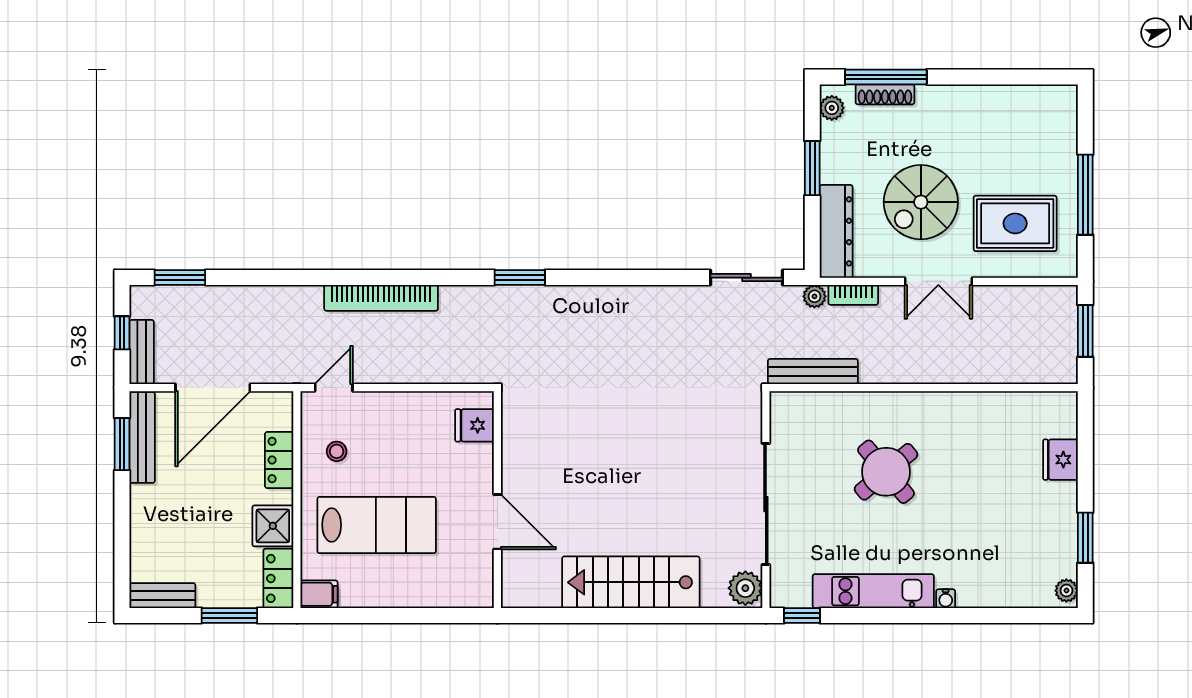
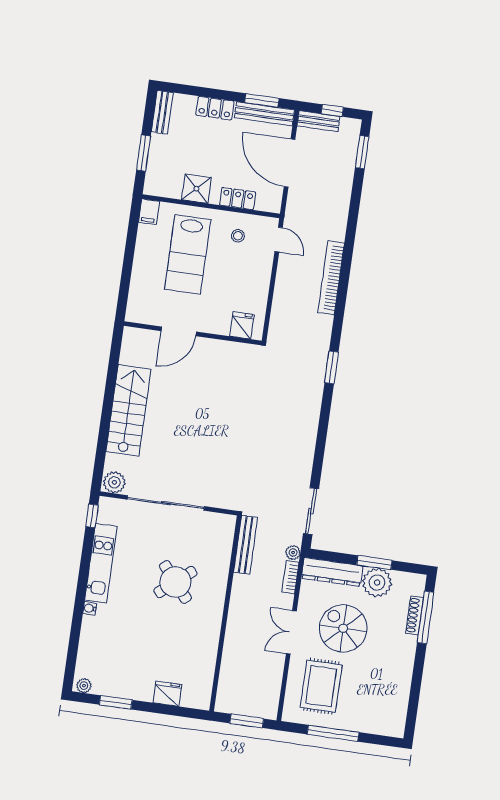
plant: (832, 108) -> (377, 583), moved, width x1.87, depth x1.87
locker: (278, 578) -> (215, 108), moved, turned 180

